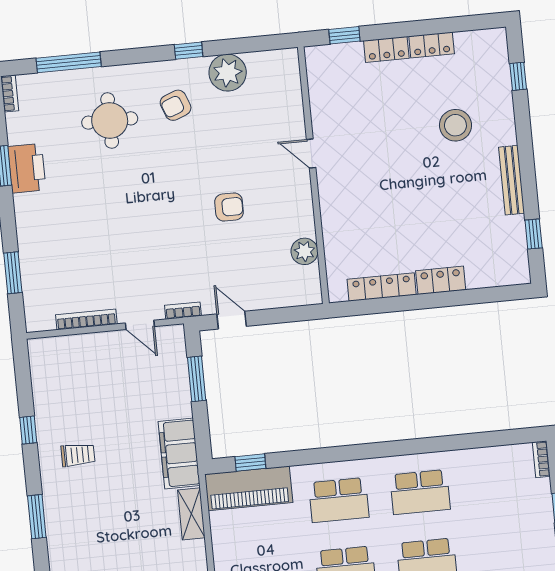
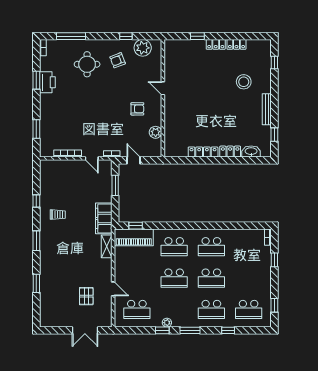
door: (311, 154) -> (163, 88), moved
wall: (313, 175) -> (163, 98), moved
plant: (304, 251) -> (156, 132), moved
washbasin: (486, 276) -> (251, 151), added

